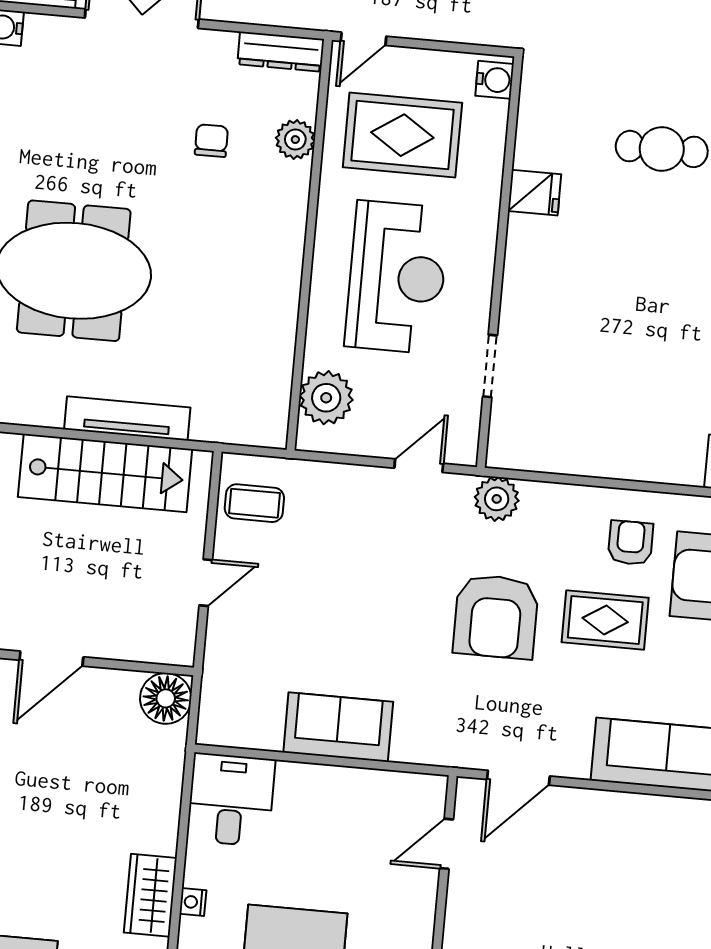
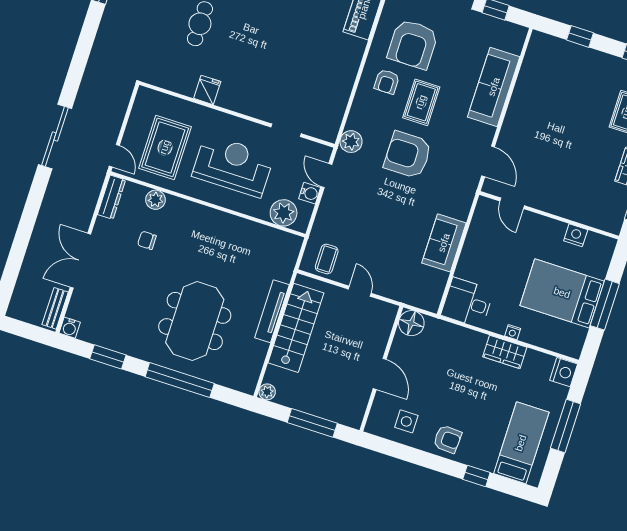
water cooler: (494, 80) -> (310, 193), moved, turned 90
armchair: (631, 543) -> (387, 82), turned -90
armchair: (496, 617) -> (408, 155), turned 180

